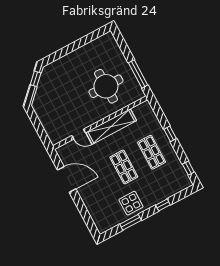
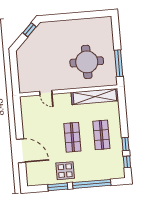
shelving: (111, 126) -> (95, 97), moved
window: (170, 134) -> (125, 144), moved
door: (67, 179) -> (21, 151), moved
window: (163, 205) -> (92, 184), width x3.17

